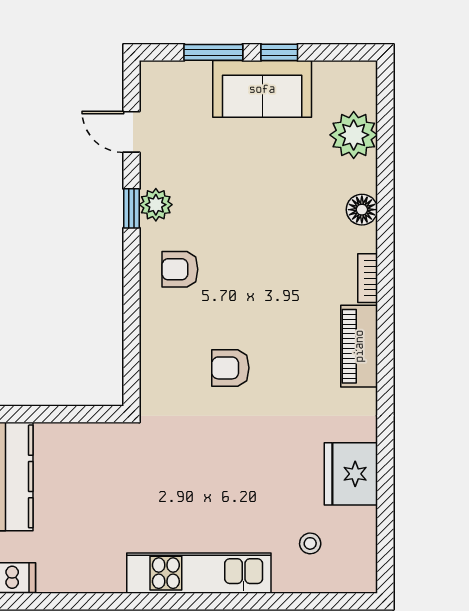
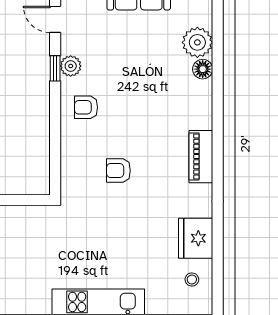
plant: (354, 135) -> (197, 42), moved
bookcase: (368, 278) -> (206, 113), removed
stool: (310, 543) -> (192, 279), moved

